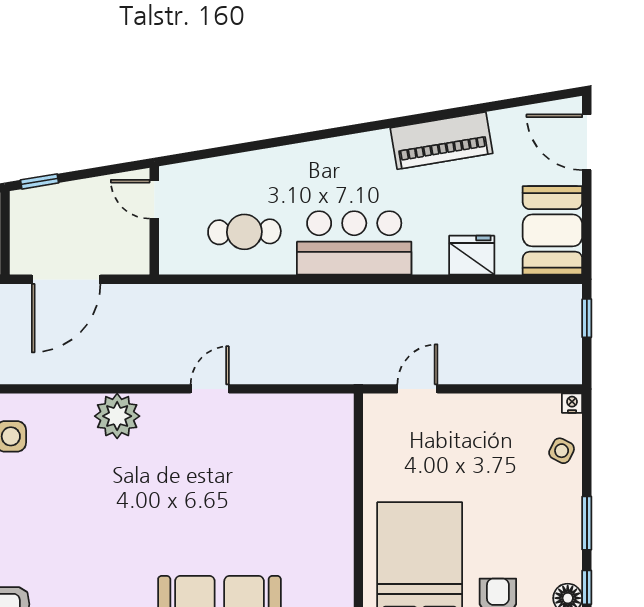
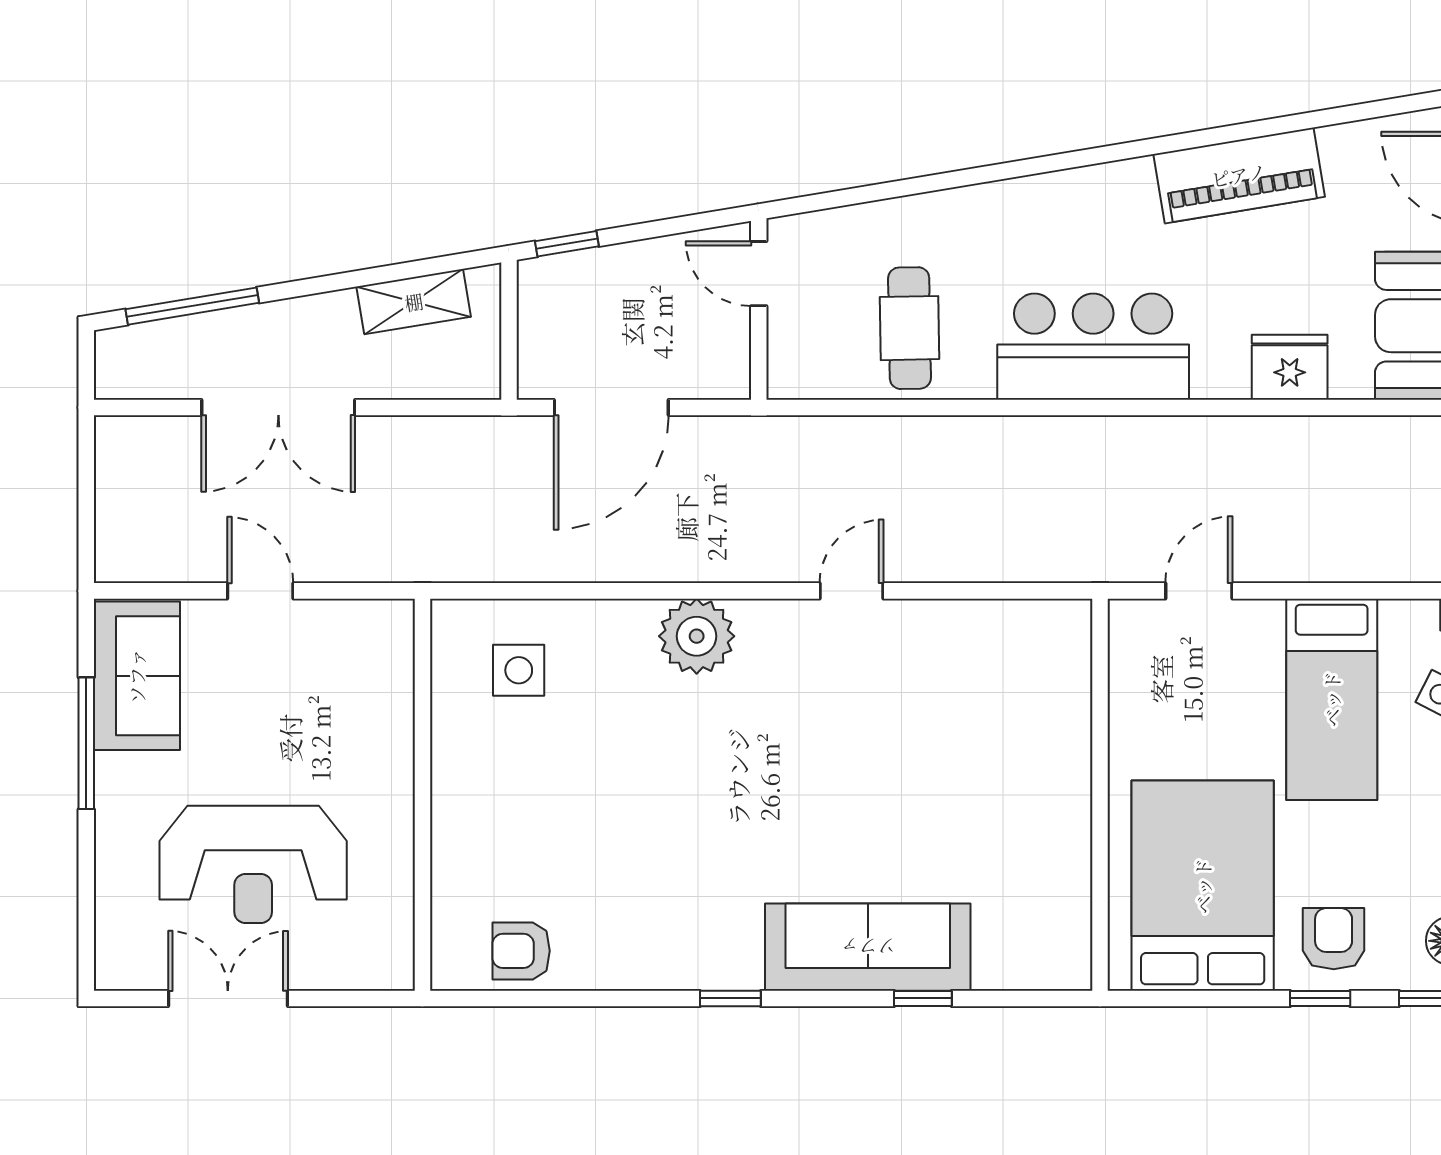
cafe table: (244, 232) -> (909, 328), turned 90
bed: (497, 454) -> (1332, 699), added

